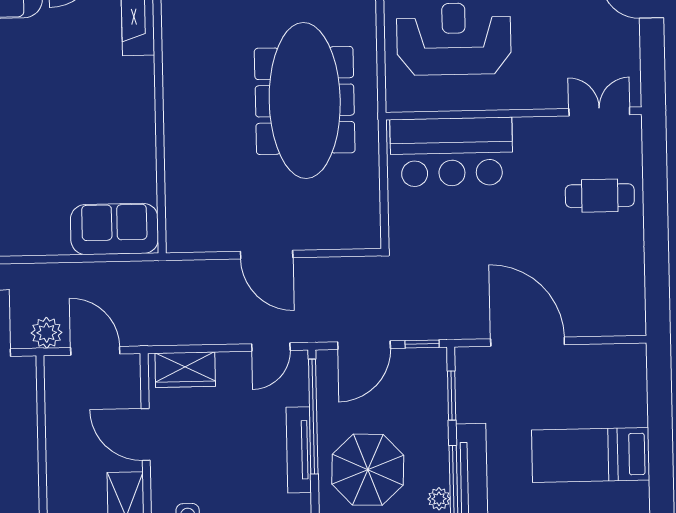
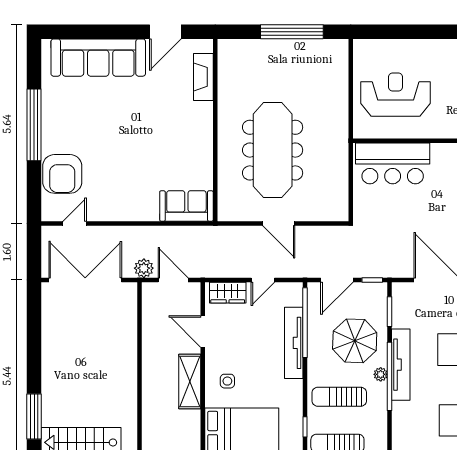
meeting table: (305, 101) -> (273, 150), moved
door: (271, 347) -> (263, 280), moved
tv unit: (299, 450) -> (294, 343), width x1.36, depth x1.29
parasol: (368, 470) -> (355, 341), moved

